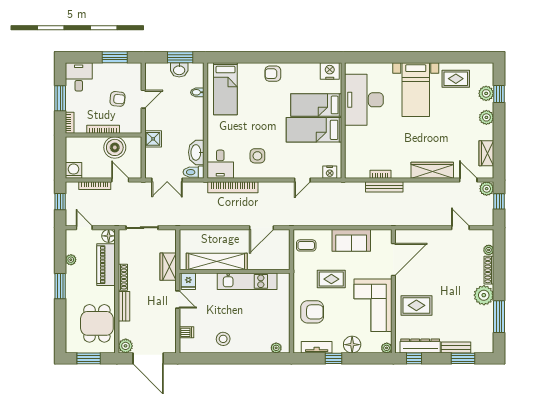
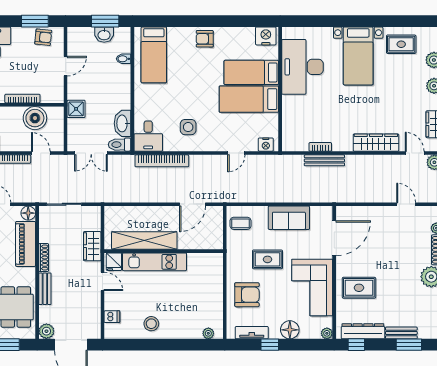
armchair: (117, 99) -> (43, 37), moved
kitchen unit: (247, 281) -> (155, 262), moved

